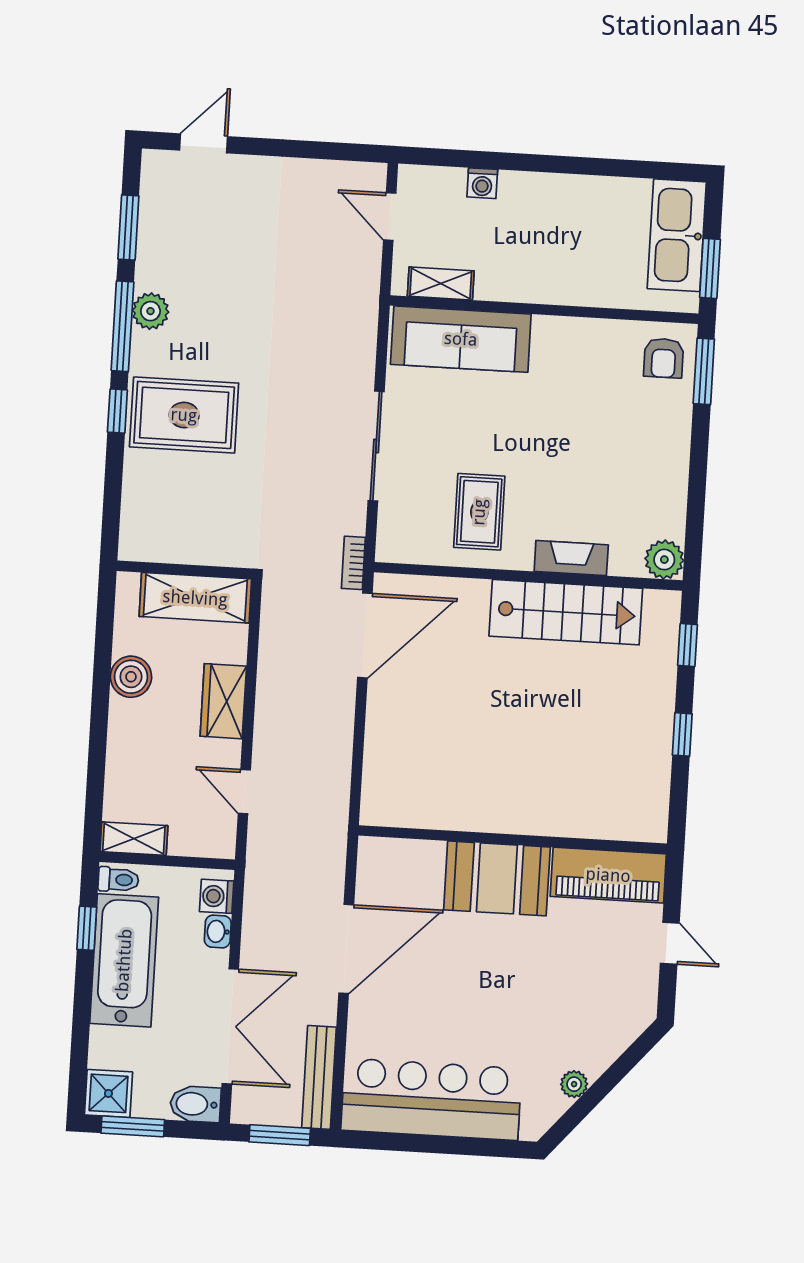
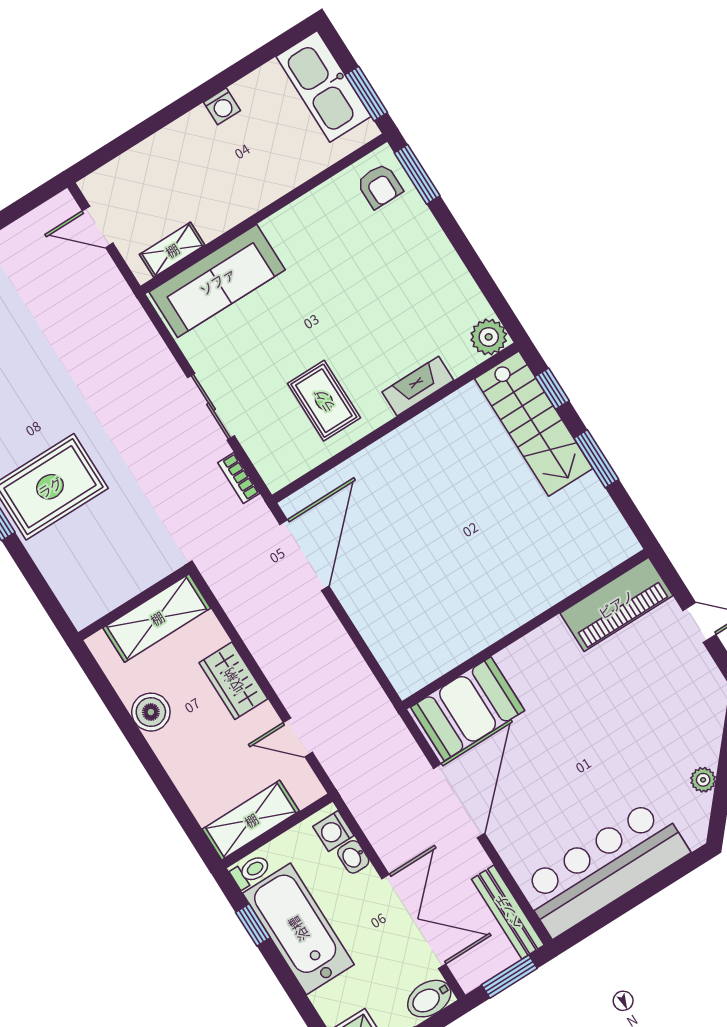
washing machine: (482, 183) -> (222, 106), moved
sliding door: (376, 446) -> (211, 407), width x0.73
bookcase: (353, 563) -> (239, 478), moved
stairs: (566, 612) -> (534, 424), moved, turned 90
window: (682, 734) -> (596, 459), width x1.50
shelving: (134, 839) -> (251, 820), width x1.50, depth x1.33
booth: (497, 878) -> (468, 709), moved

